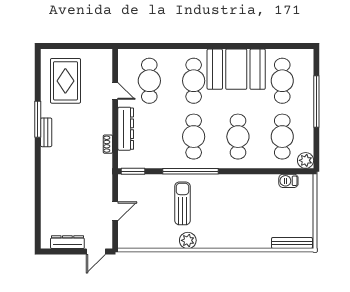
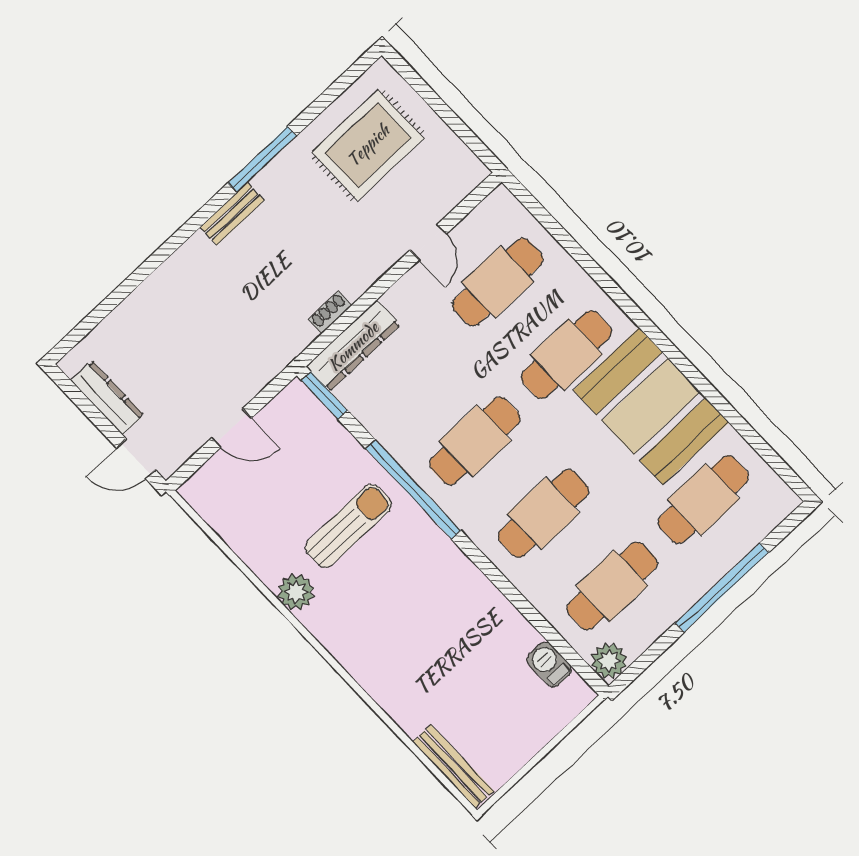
dresser: (126, 129) -> (353, 346), moved
bench: (46, 132) -> (232, 214), moved

